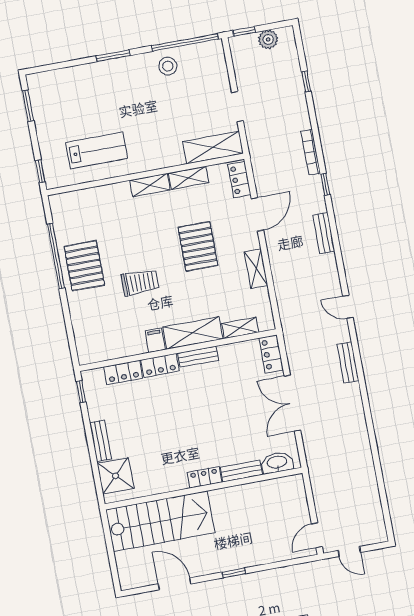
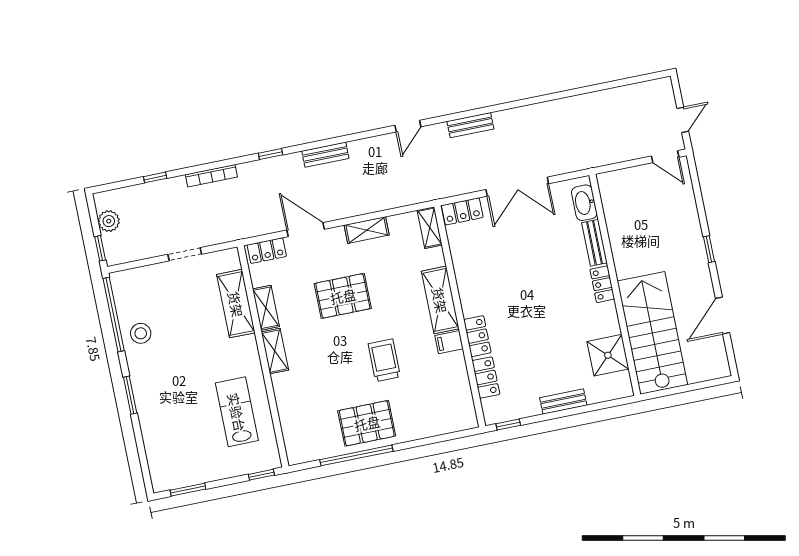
shelving: (213, 147) -> (236, 304), moved
bookcase: (311, 152) -> (211, 176), moved
shelving: (240, 328) -> (430, 228), moved
bench: (198, 357) -> (467, 294), removed
shower: (115, 476) -> (608, 355), moved

